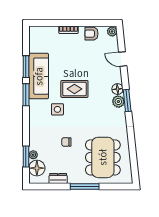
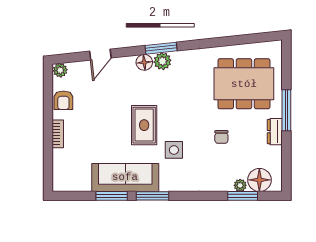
dresser: (58, 179) -> (275, 132), moved

